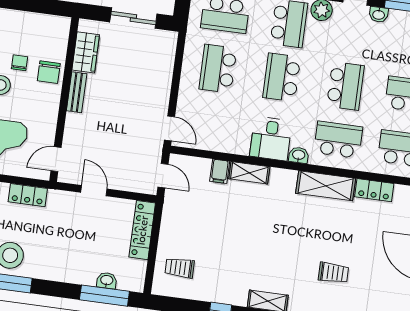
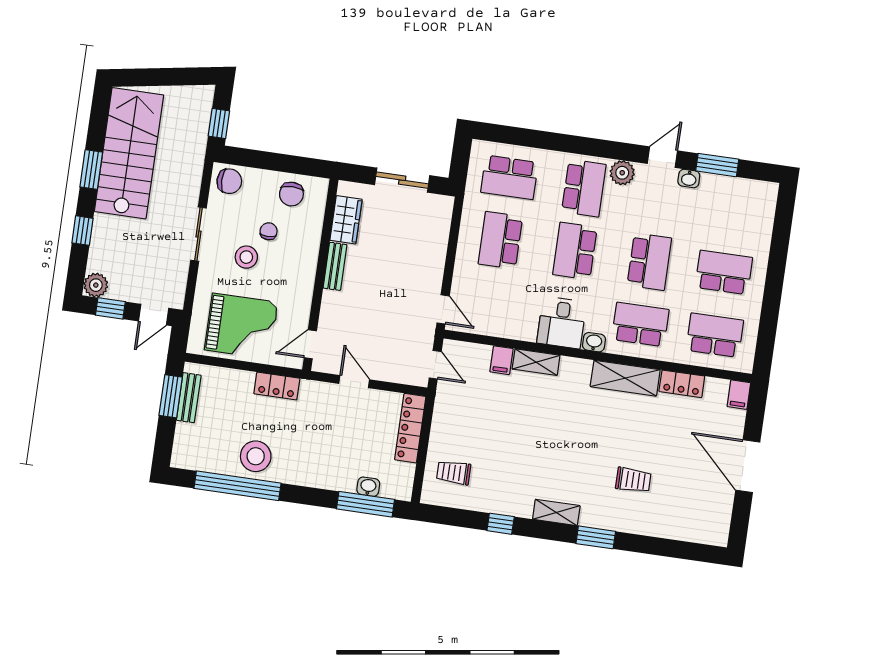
chair: (49, 72) -> (291, 194), moved

